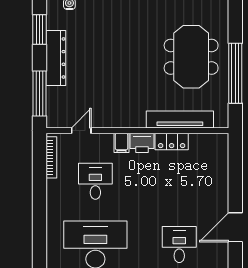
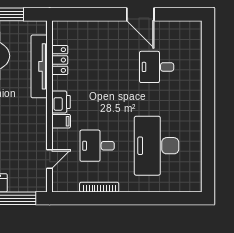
door: (81, 131) -> (50, 159), swing flipped
locker: (172, 141) -> (60, 60), moved
bookcase: (51, 157) -> (99, 187), moved

